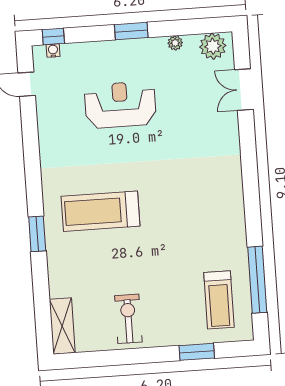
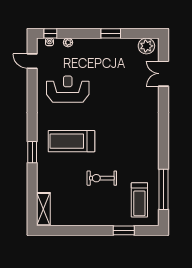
window: (131, 31) -> (111, 33), moved
plant: (175, 43) -> (68, 42), moved
reception desk: (120, 105) -> (68, 89), moved
exercise bike: (128, 319) -> (102, 178), moved, turned -90

